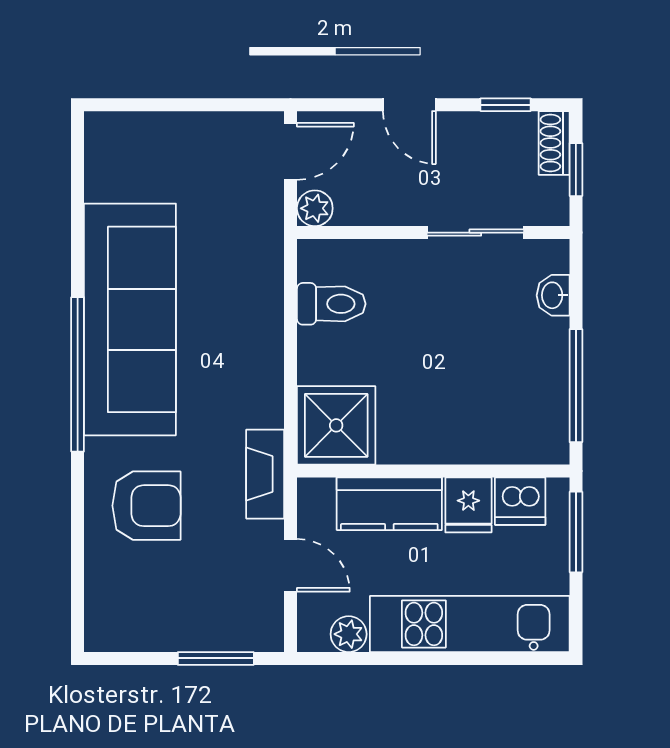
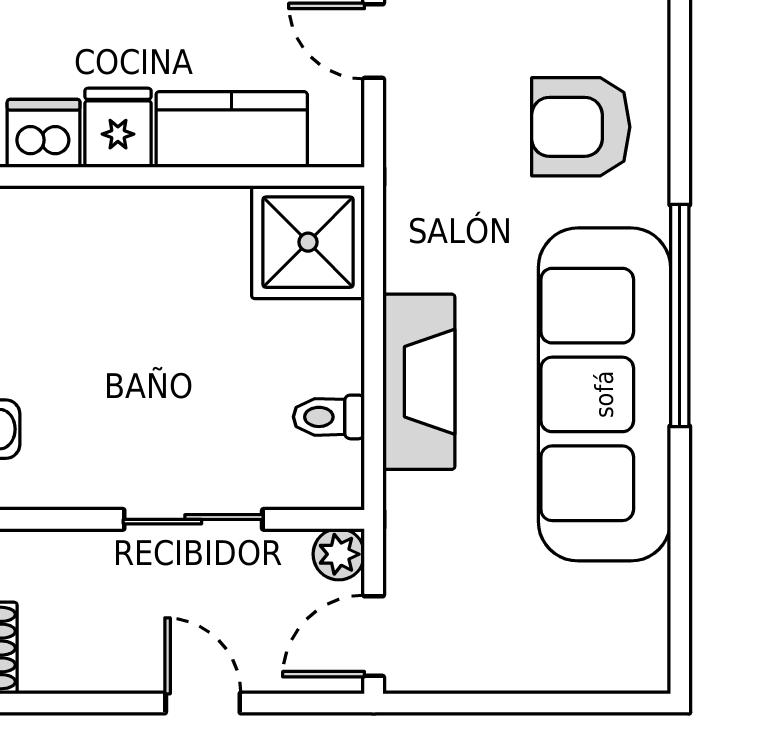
window: (506, 105) -> (65, 703), removed
sliding door: (475, 233) -> (193, 519), moved
toilet: (331, 304) -> (329, 417), width x0.73, depth x0.72
fireplace: (265, 474) -> (419, 382), moved, width x1.37, depth x1.32

